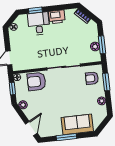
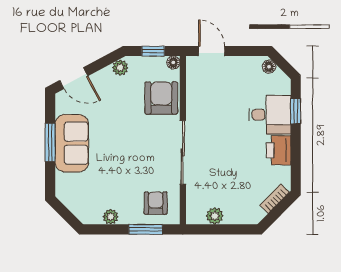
window: (102, 45) -> (217, 229), removed
sofa: (77, 124) -> (72, 143), moved

